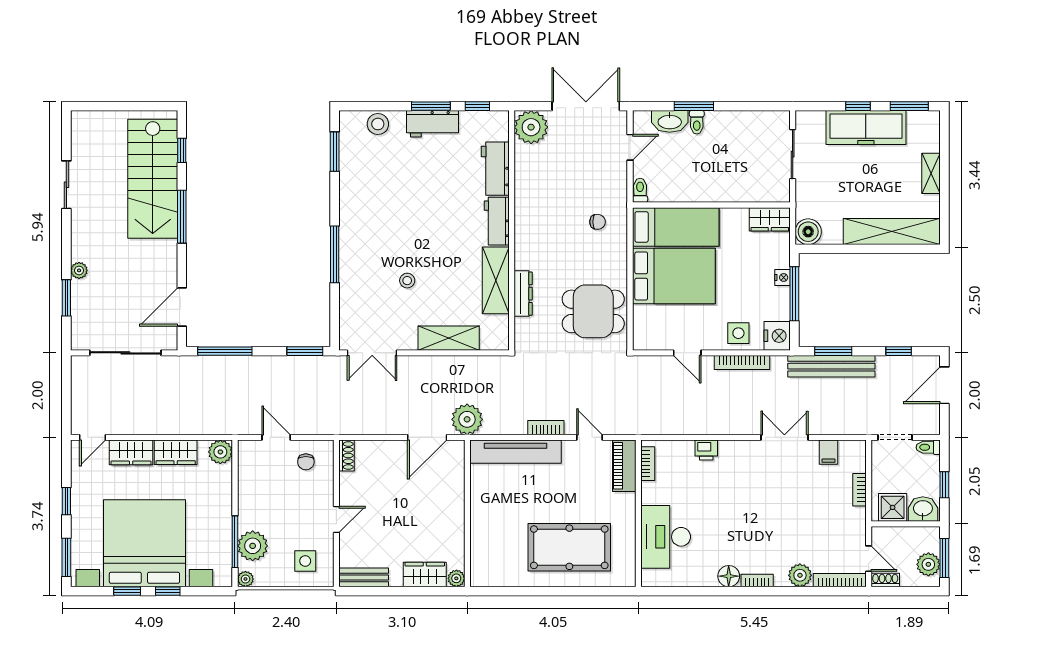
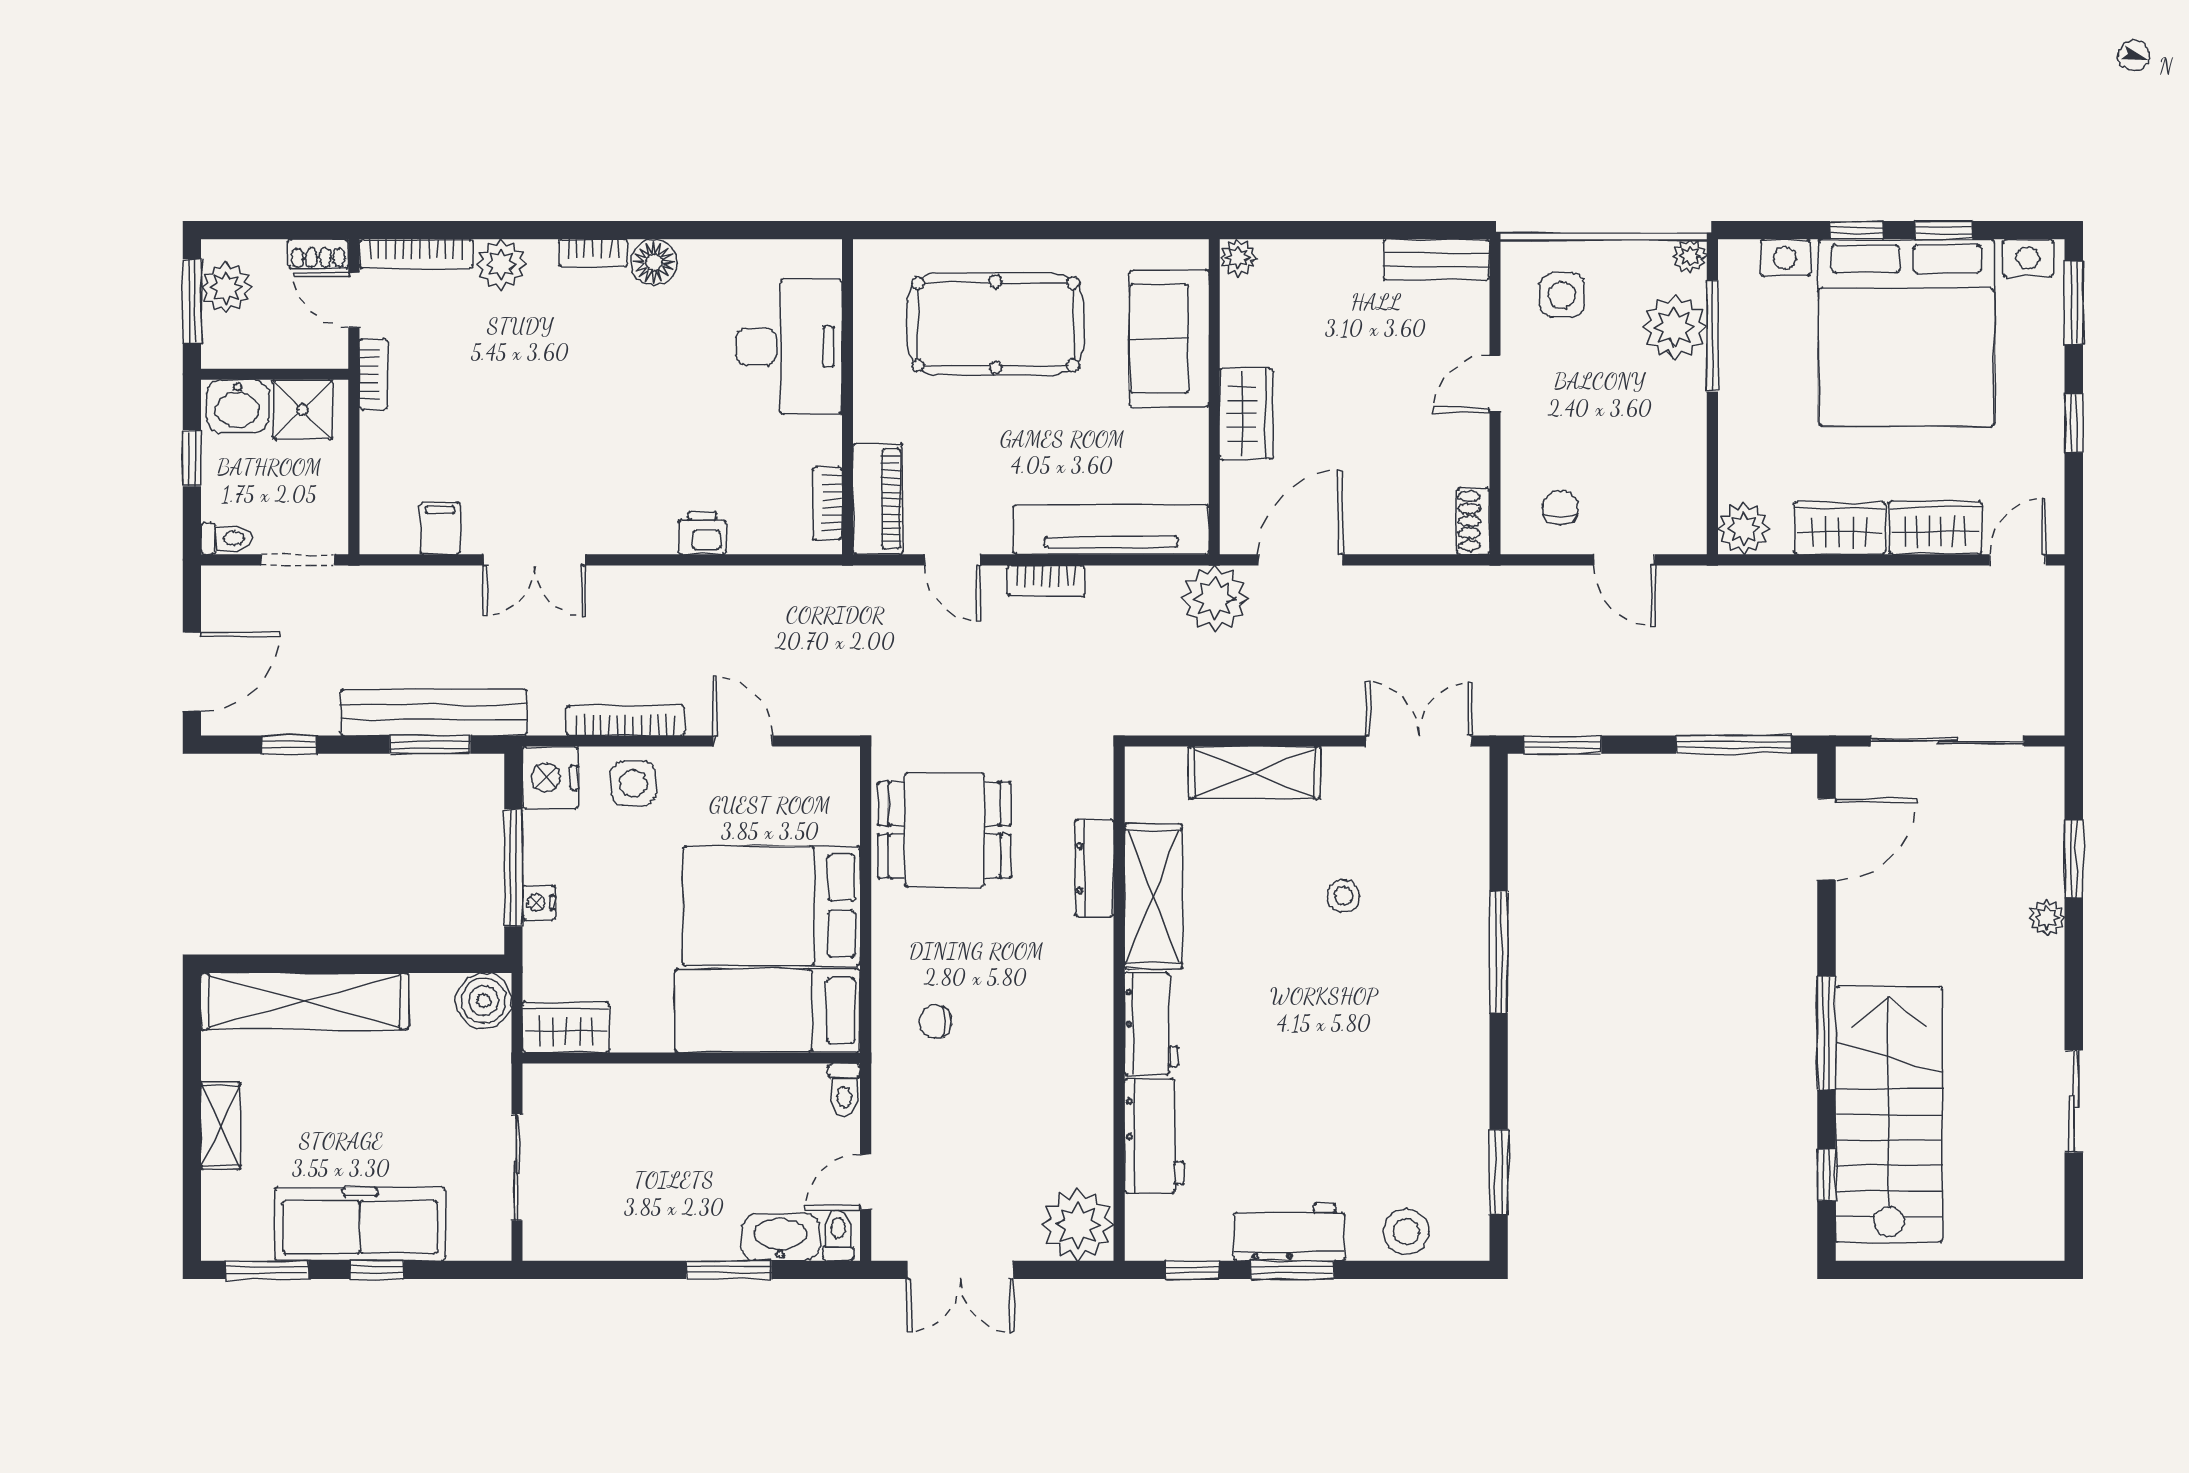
double door: (586, 106) -> (960, 1270), width x0.73
toilet: (697, 122) -> (838, 1235), moved
bookcase: (860, 490) -> (373, 374), moved
sofa: (488, 541) -> (1169, 338), added
wardrobe: (425, 575) -> (1246, 414), moved, turned -90

